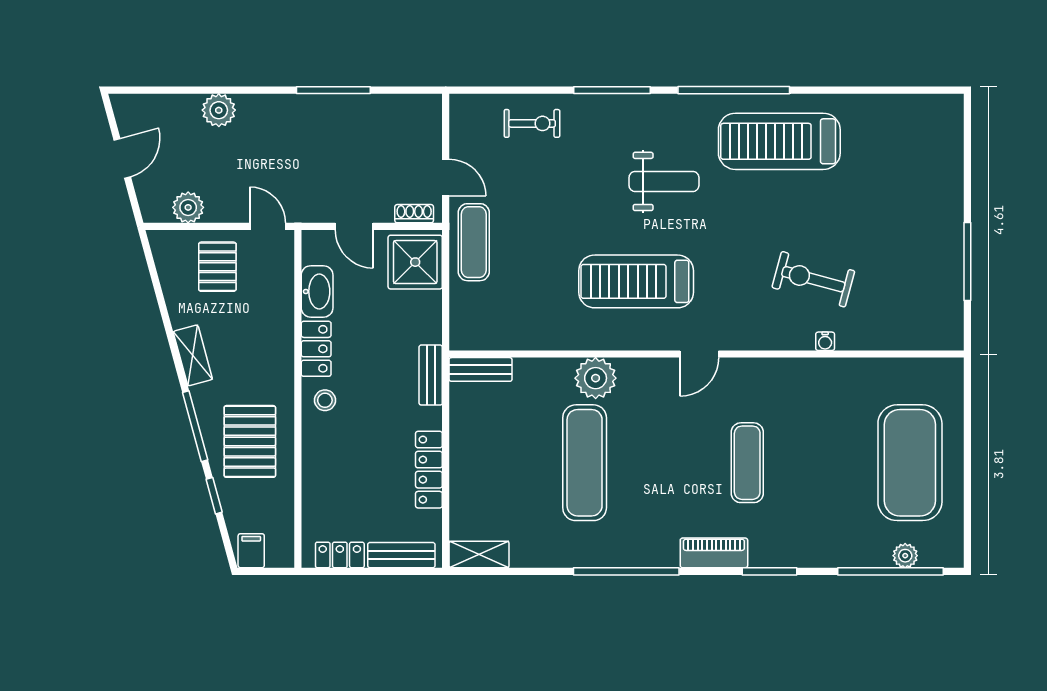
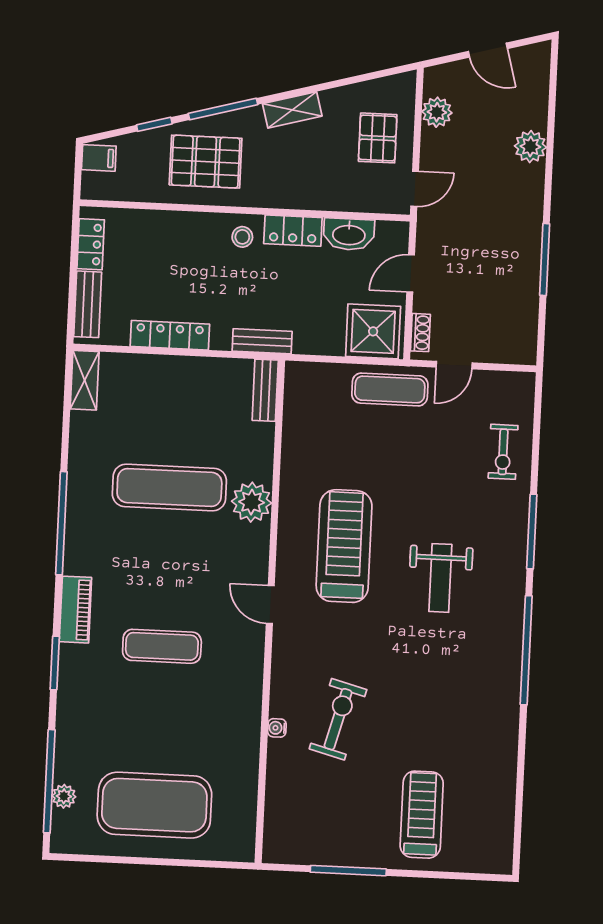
treadmill: (779, 141) -> (422, 815), moved, width x0.73, depth x0.73
pallet: (217, 267) -> (378, 138), turned 90

